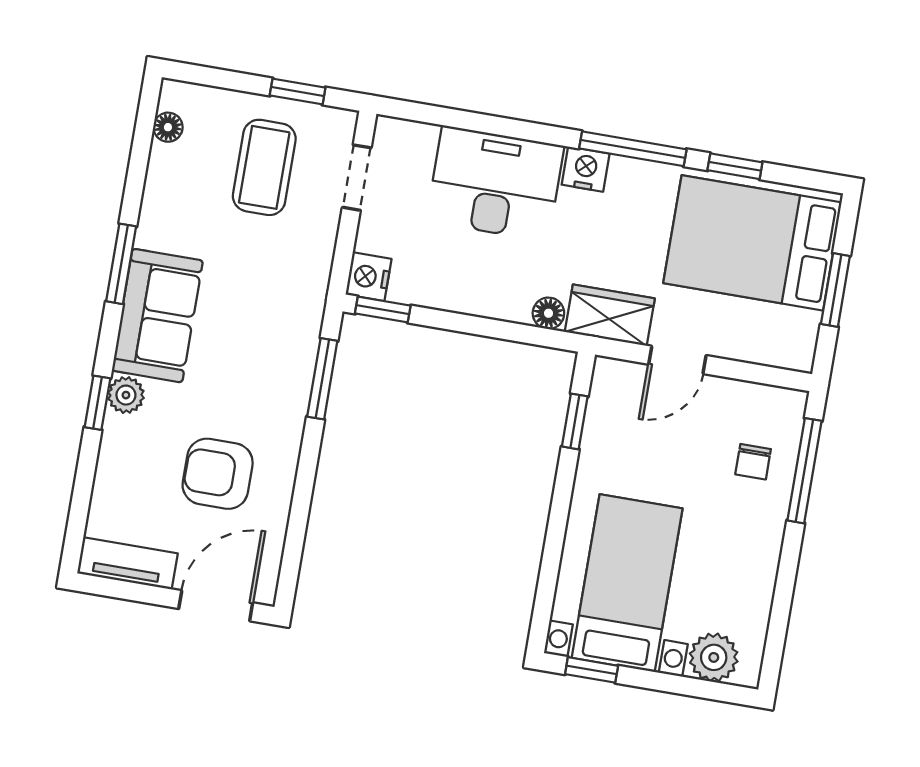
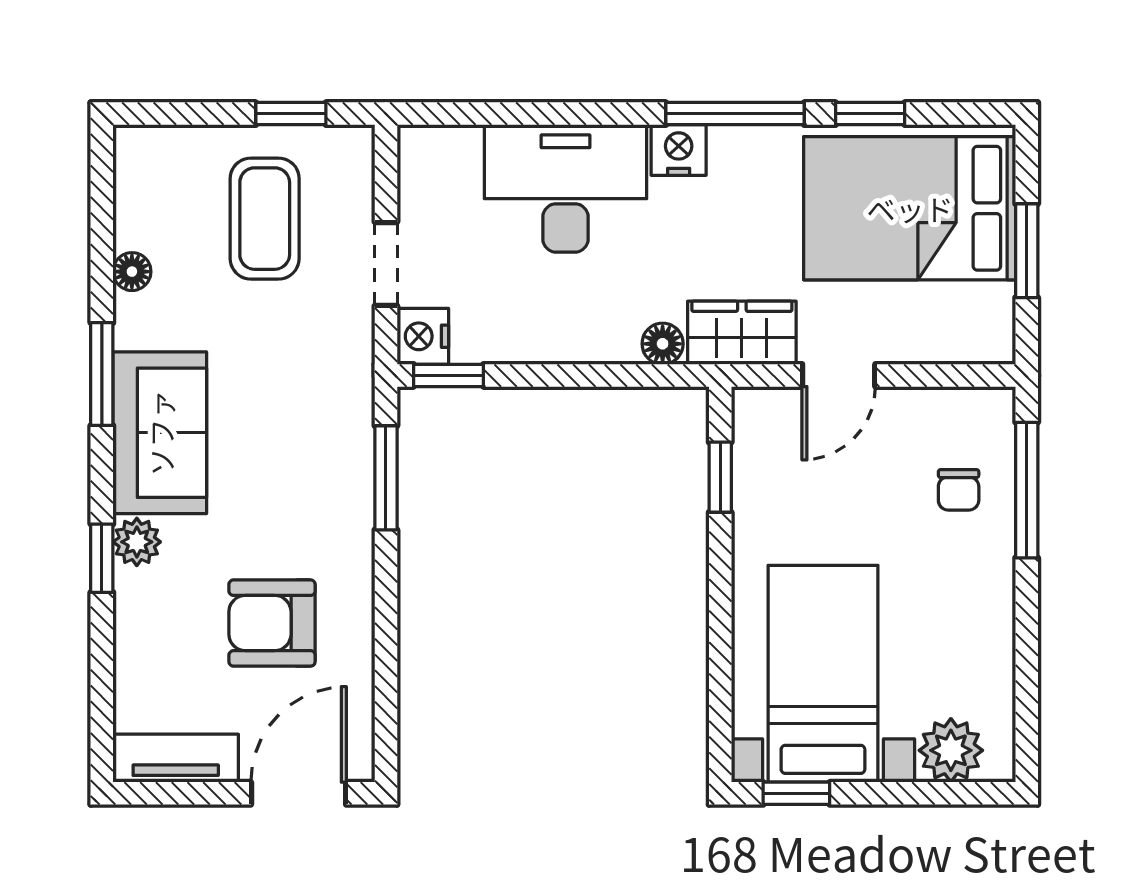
floor lamp: (168, 127) -> (132, 272), moved
doorway: (357, 178) -> (386, 264), moved

